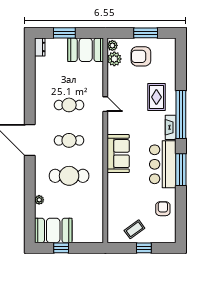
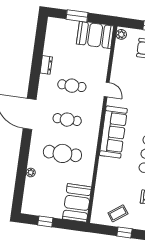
dresser: (40, 47) -> (46, 65), moved
plant: (114, 59) -> (121, 47), removed
sofa: (118, 154) -> (113, 132), width x1.36
booth: (53, 231) -> (77, 203), moved, turned 90

